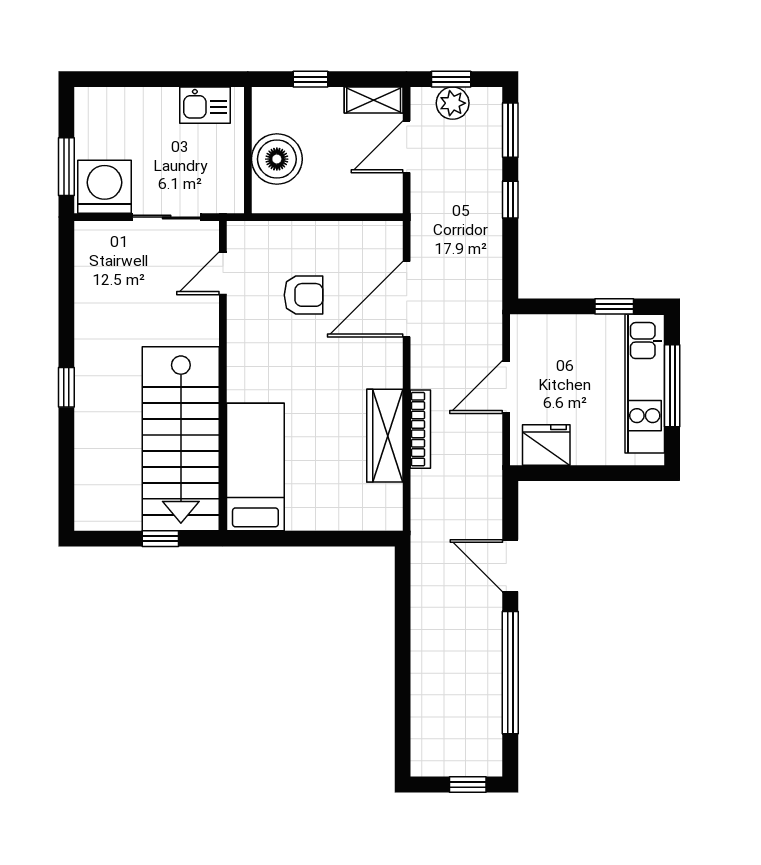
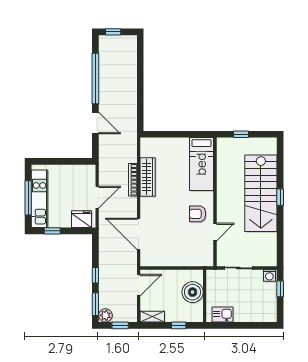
plant: (453, 103) -> (105, 315), moved
door: (407, 147) -> (139, 285), moved
window: (66, 167) -> (280, 289), width x0.67
washing machine: (105, 187) -> (269, 275), width x0.53, depth x0.53
door: (223, 273) -> (215, 232), moved
armchair: (304, 295) -> (198, 214), moved
door: (407, 299) -> (139, 234), swing flipped
stairs: (181, 439) -> (261, 193), moved, turned 180
fridge: (546, 445) -> (81, 219), moved, turned 180

